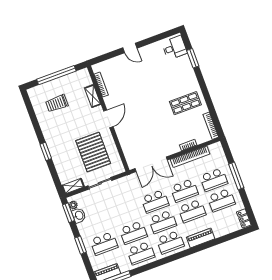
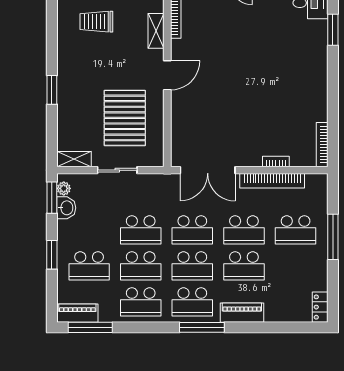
shop shelf: (185, 103) -> (296, 95), removed
school desk: (221, 200) -> (141, 230), moved
window: (181, 255) -> (202, 327), added

